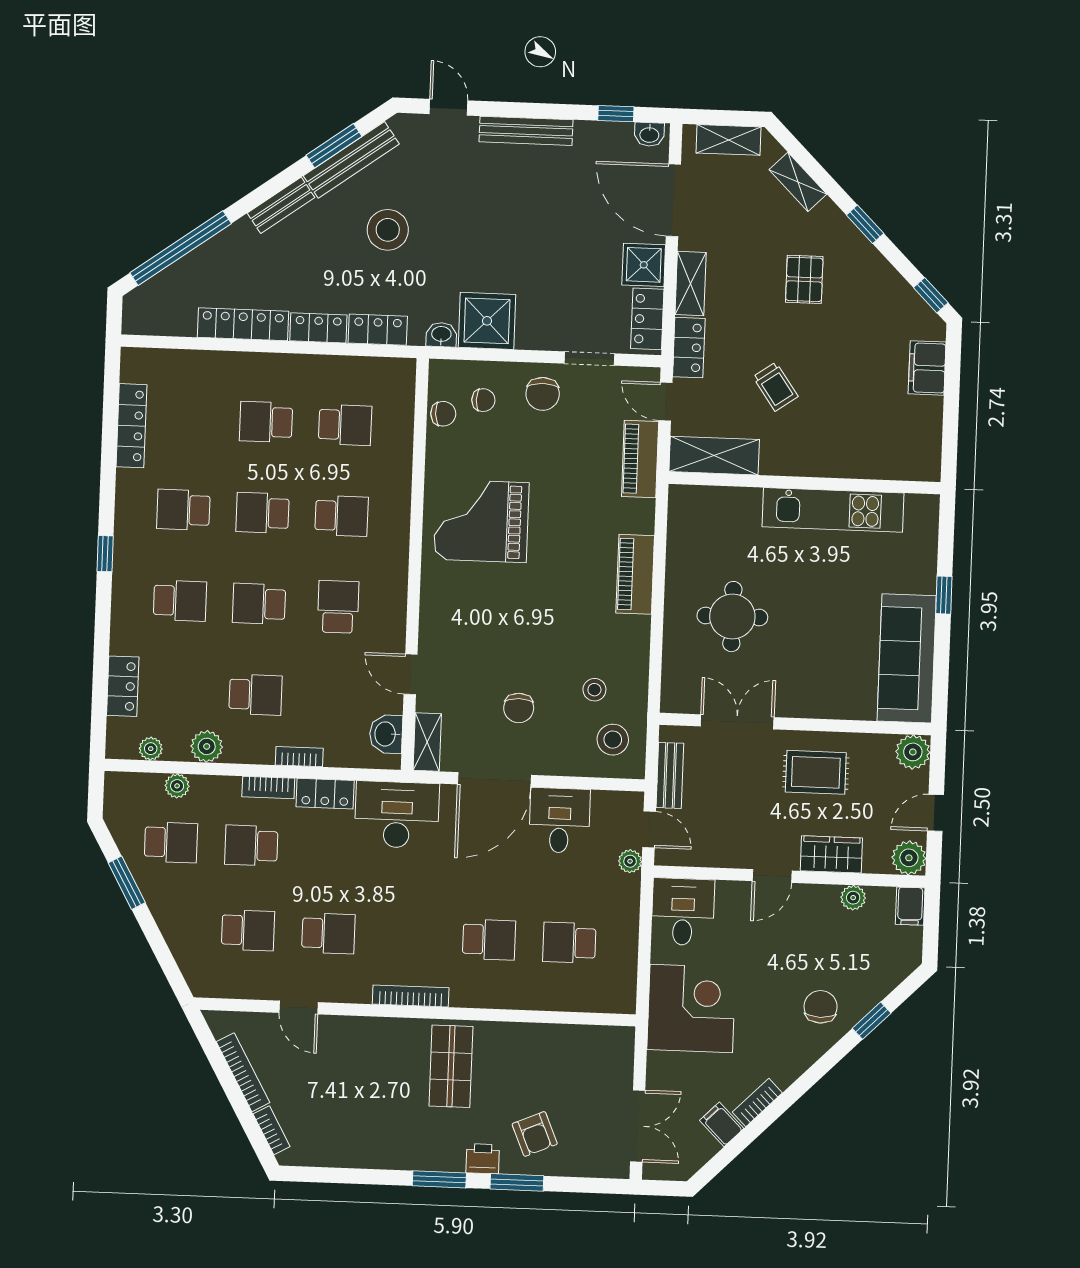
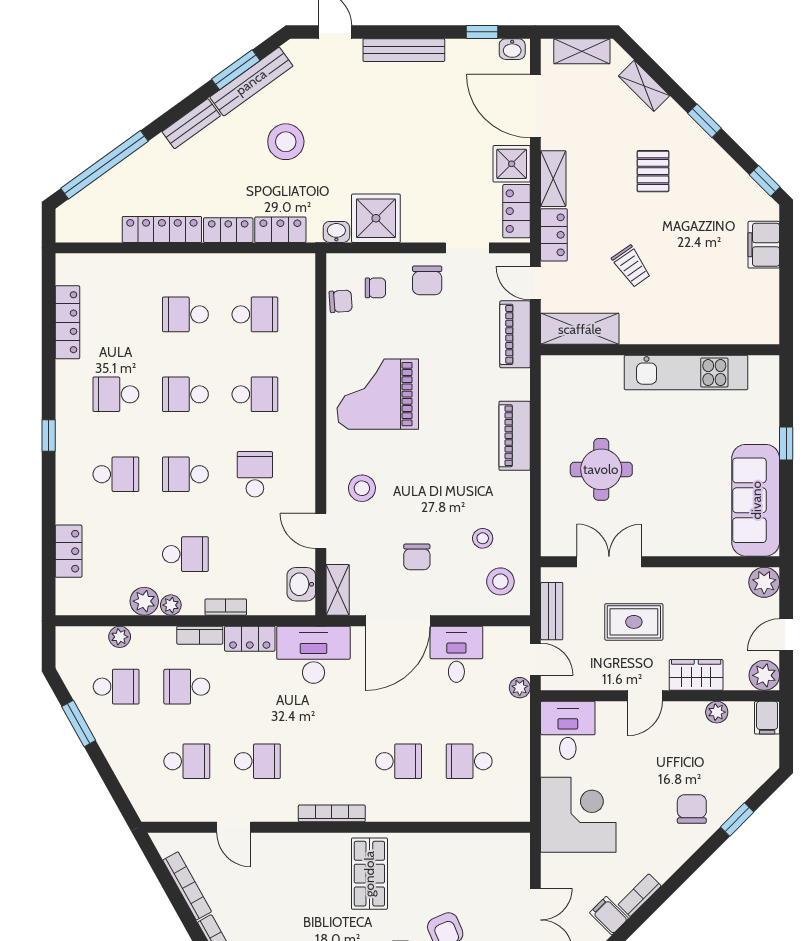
stool: (459, 627) -> (362, 488), added
plant: (151, 749) -> (171, 605), moved
rug: (816, 772) -> (634, 622), moved

